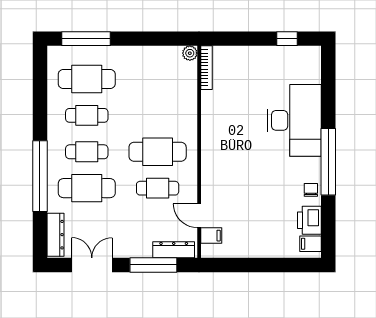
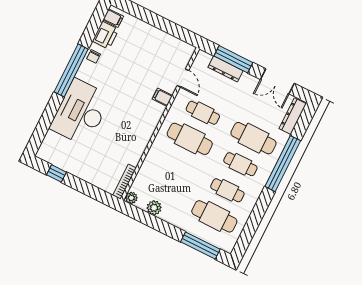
plant: (159, 55) -> (154, 208), added
filing cabinet: (211, 236) -> (162, 97), moved
dresser: (174, 250) -> (225, 69), moved

